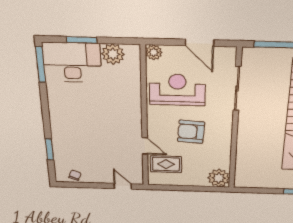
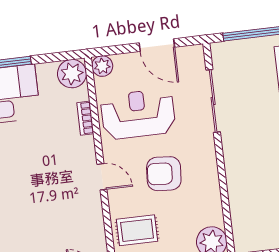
plant: (113, 54) -> (72, 74), moved
bookcase: (136, 87) -> (85, 118), added
door: (145, 146) -> (102, 177), moved

